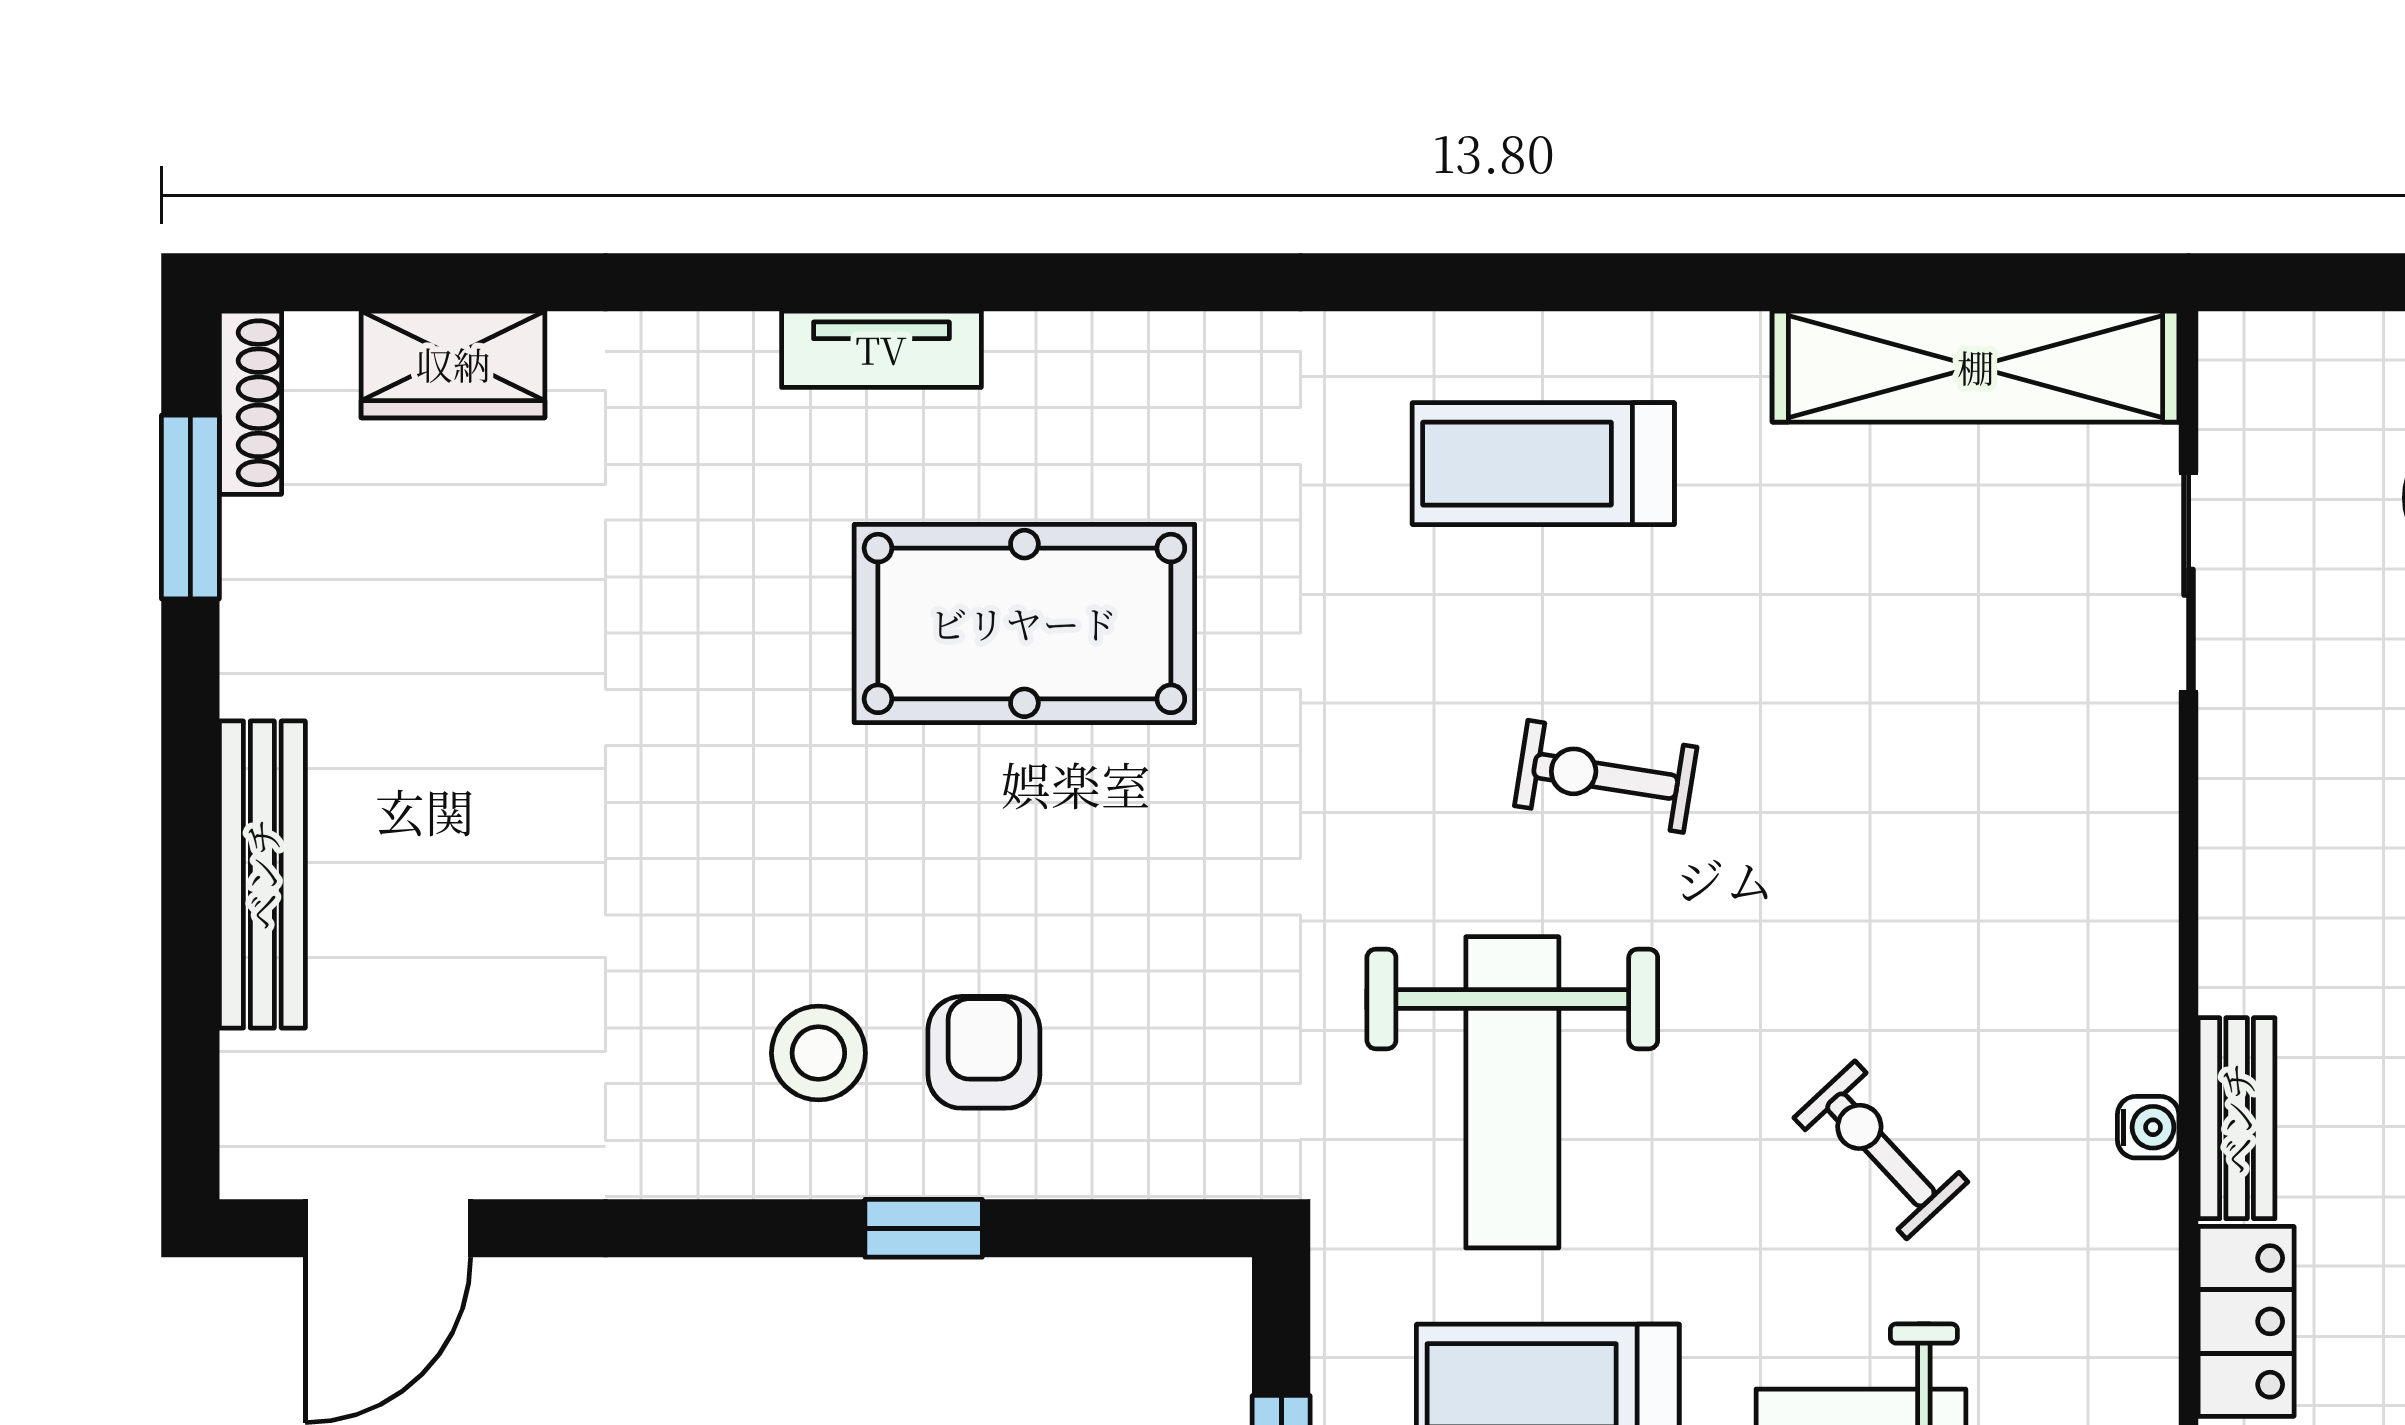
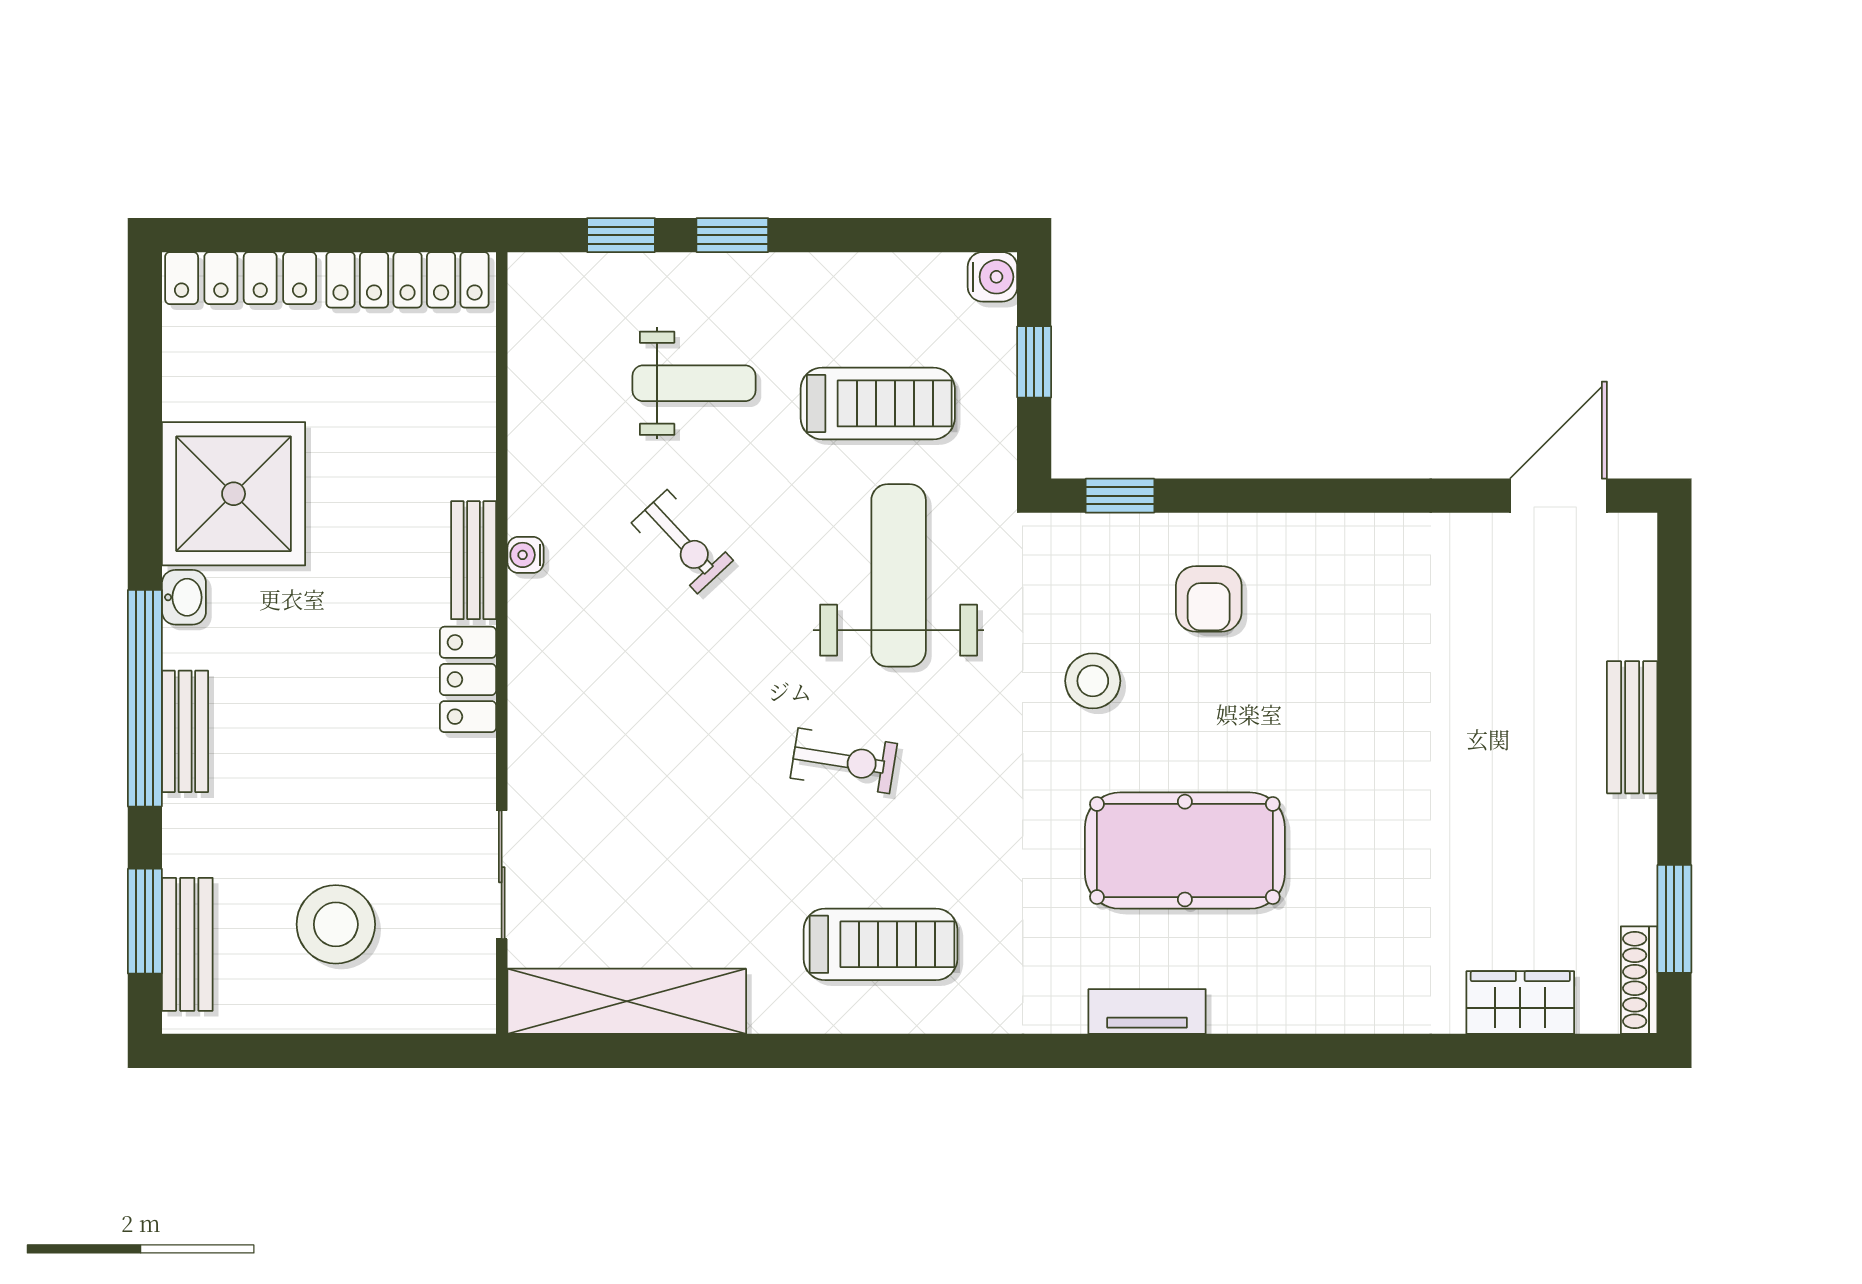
tv unit: (881, 349) -> (1147, 1011), moved
bench: (262, 874) -> (1632, 727), width x0.73
stool: (818, 1053) -> (1093, 681), moved
window: (924, 1228) -> (1120, 496), moved
locker: (2246, 1321) -> (468, 679), moved

